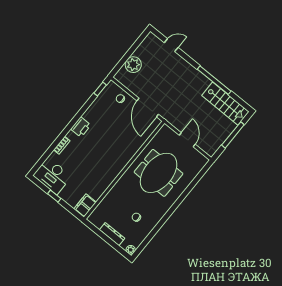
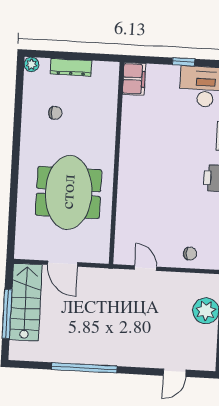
stairs: (225, 104) -> (26, 302), moved, turned 90
door: (148, 108) -> (146, 268), width x0.53

